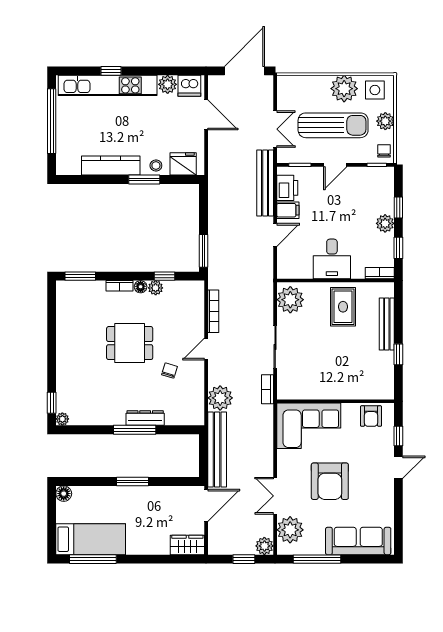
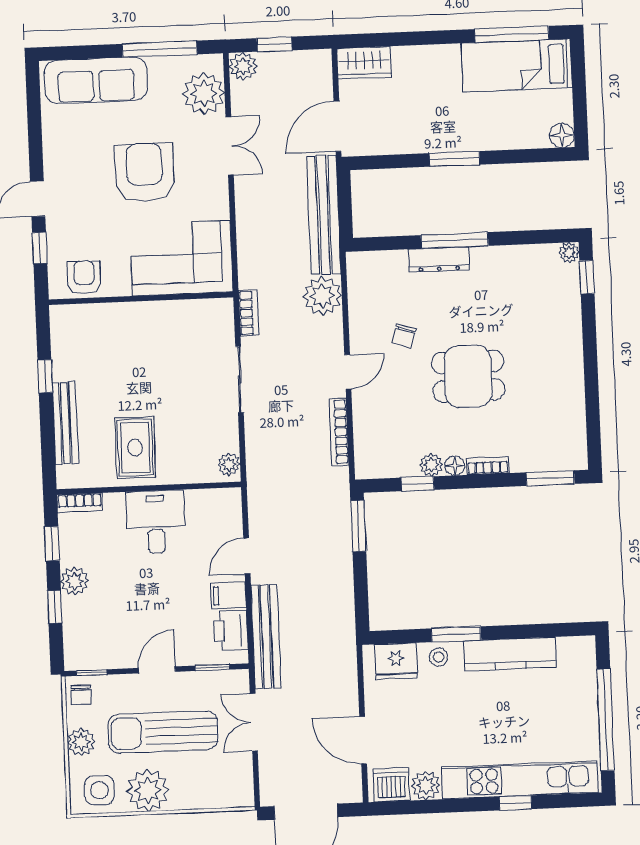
plant: (290, 300) -> (229, 464), width x0.53, depth x0.53

